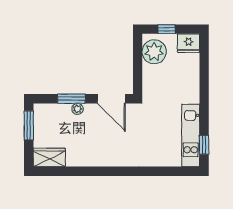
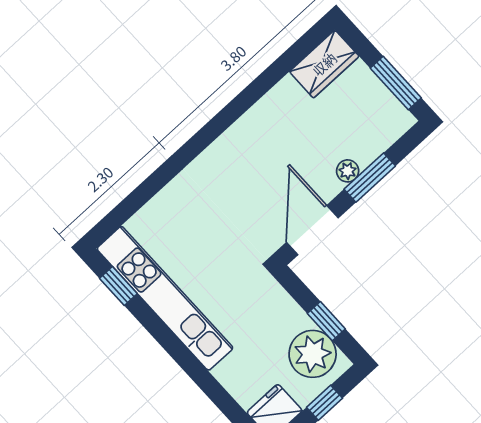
window: (138, 59) -> (326, 321), added
door: (111, 99) -> (312, 230), hinge flipped
kitchen unit: (191, 135) -> (165, 298), width x1.36

